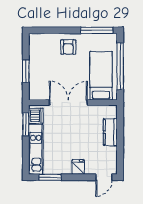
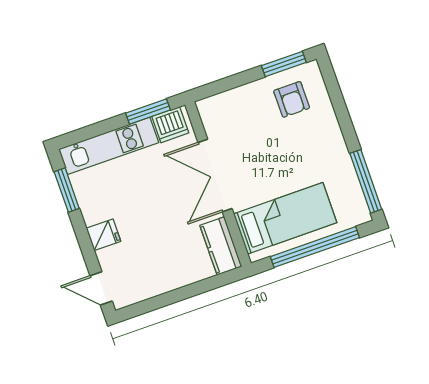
armchair: (68, 47) -> (292, 99), moved, turned -90
window: (26, 71) -> (284, 64), moved
double door: (68, 103) -> (215, 175), swing flipped
kitchen counter: (110, 132) -> (221, 246), moved, turned -90

